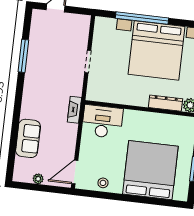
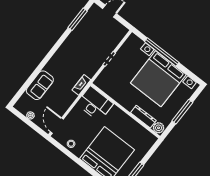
window: (23, 56) -> (78, 19), moved
door: (75, 172) -> (57, 126), hinge flipped

